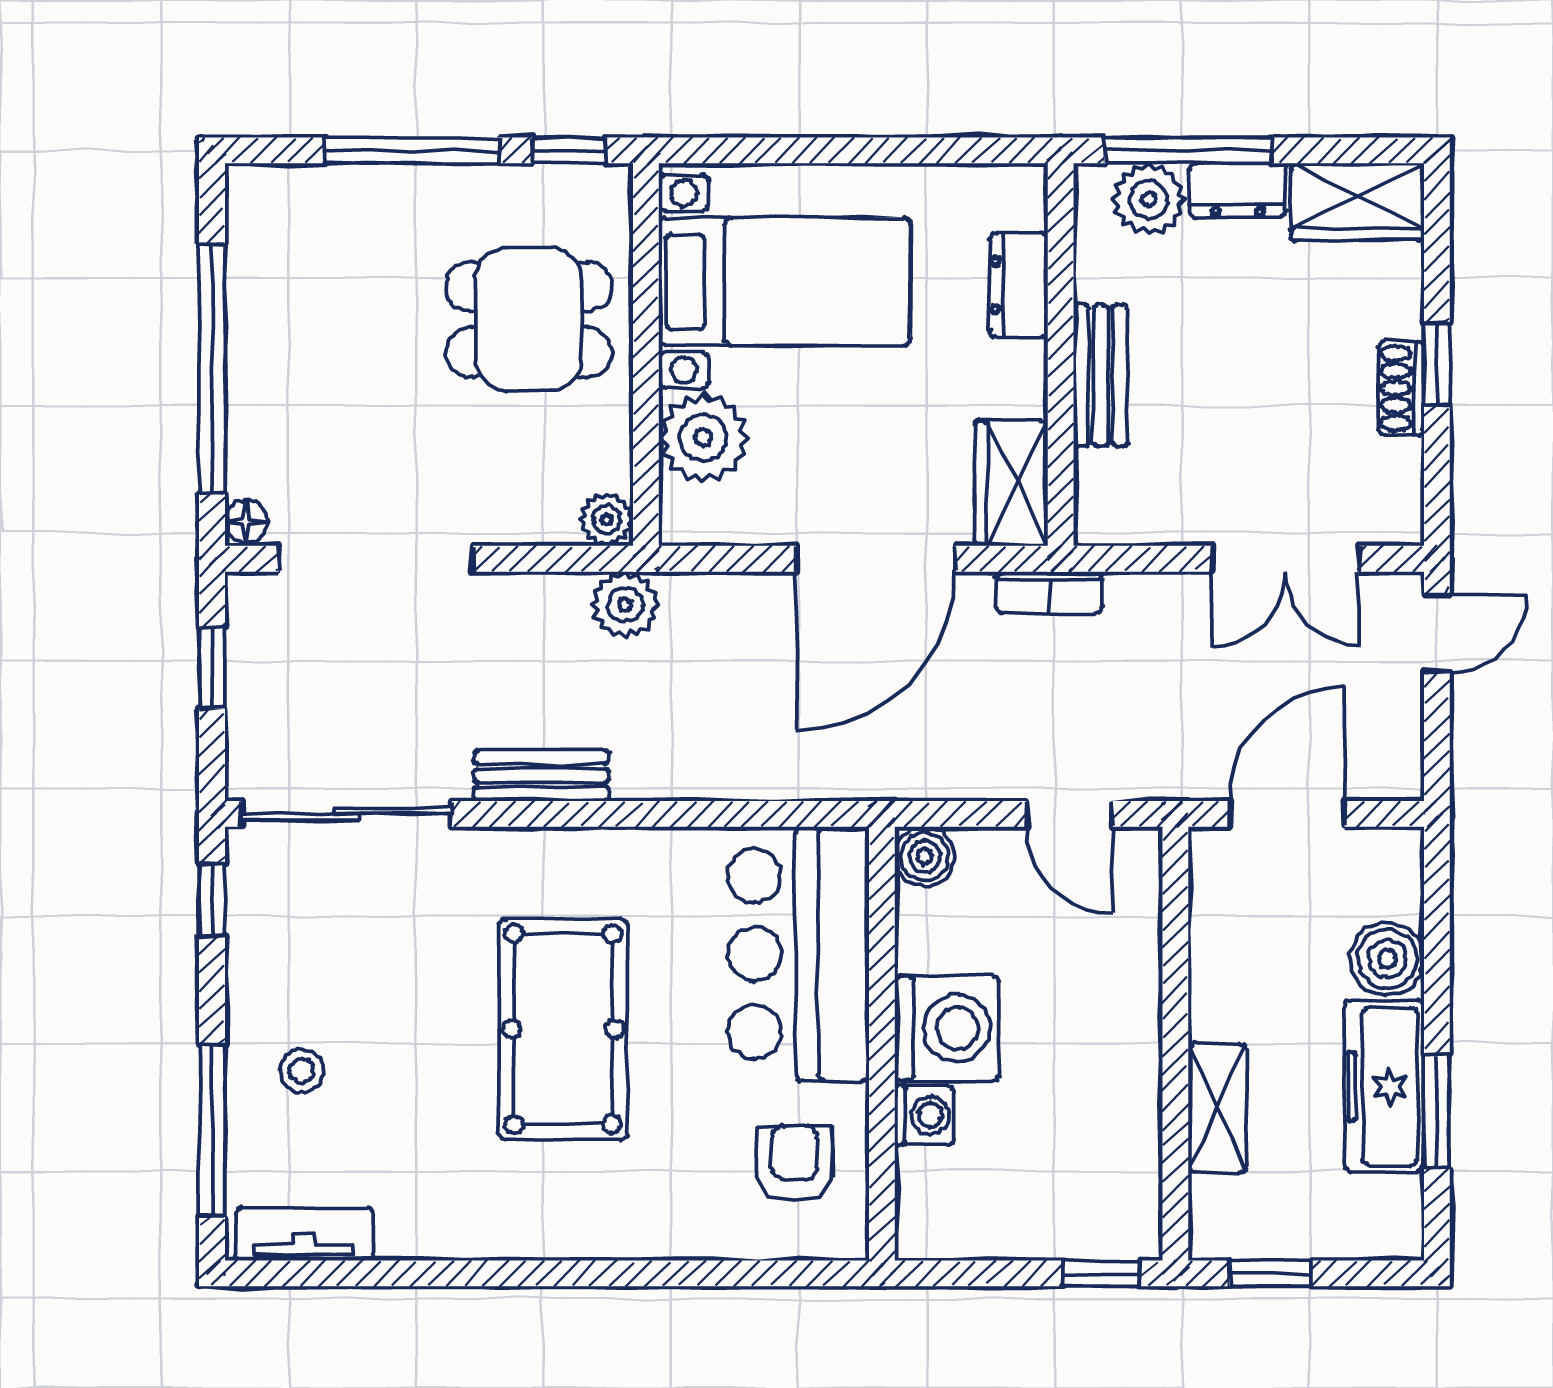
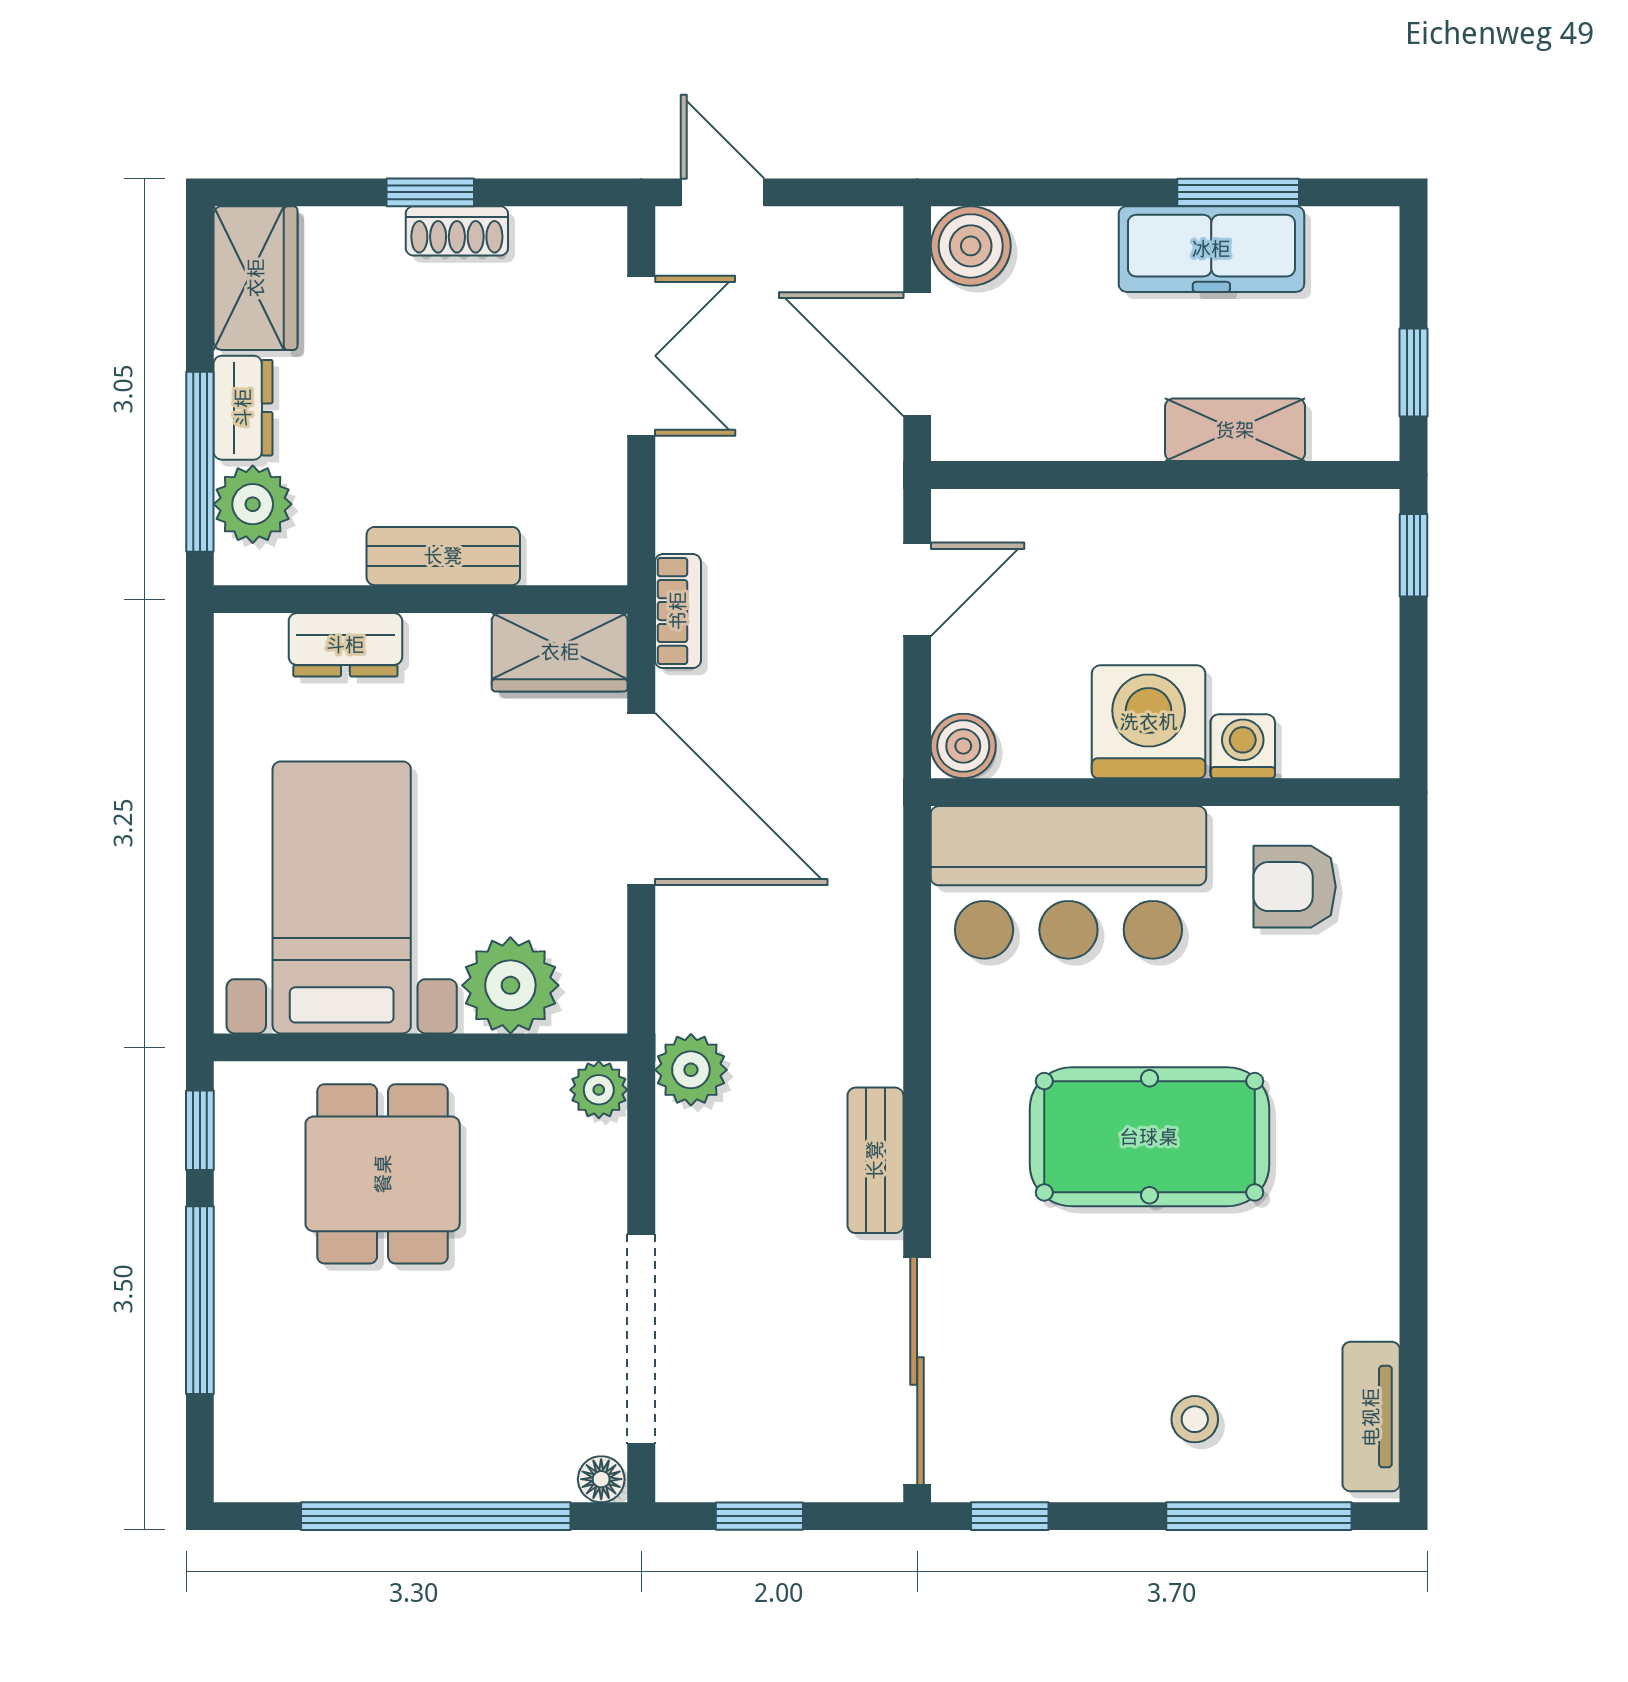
boiler: (1387, 959) -> (971, 246), moved

